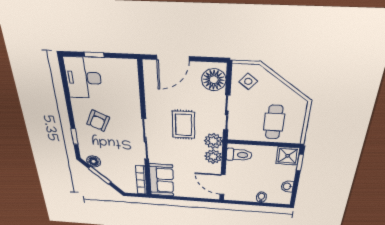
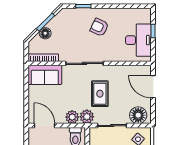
desk: (83, 78) -> (138, 40), moved, turned 90
rug: (184, 125) -> (100, 94), turned 90
floor lamp: (94, 161) -> (45, 33), moved
door: (222, 185) -> (44, 126), hinge flipped

